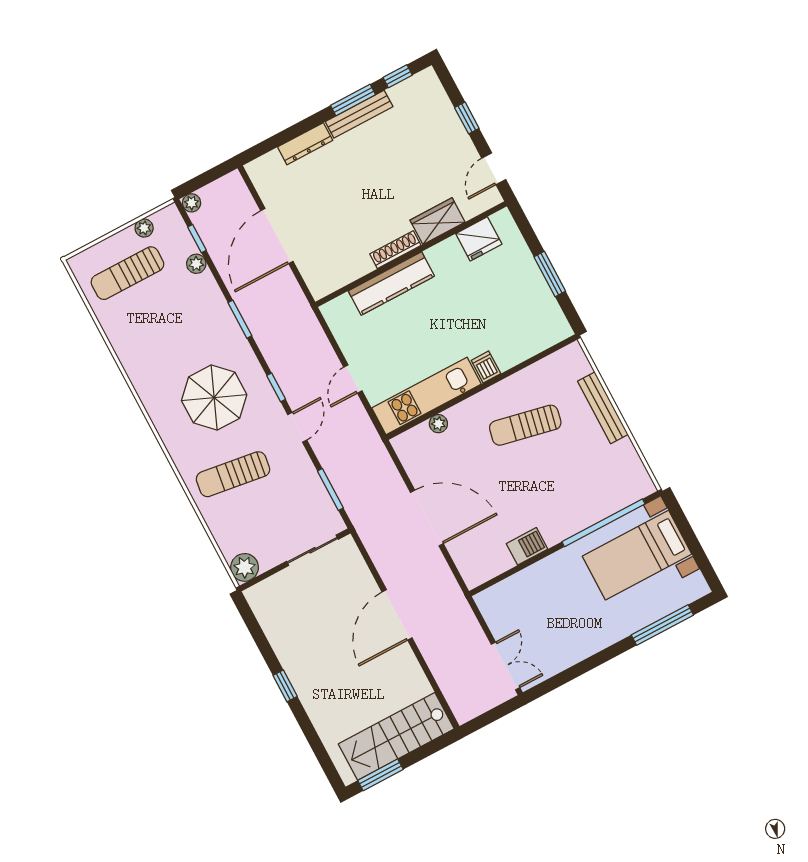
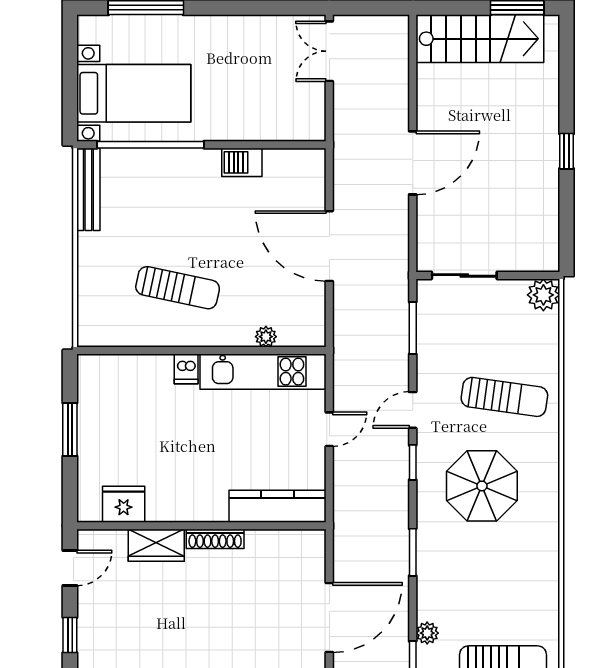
kitchen counter: (391, 284) -> (278, 506), moved
bench: (603, 408) -> (88, 189), moved

